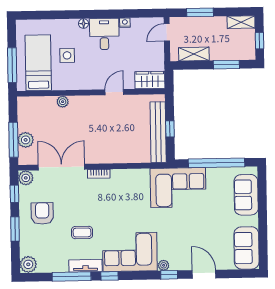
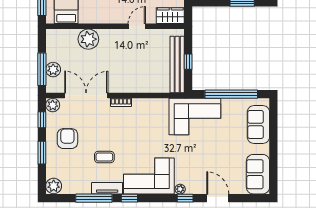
plant: (63, 102) -> (88, 39), width x1.88, depth x1.88

